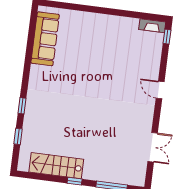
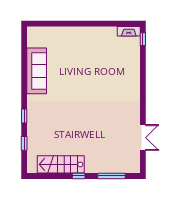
sofa: (45, 39) -> (37, 71), moved
door: (160, 90) -> (143, 87), removed

